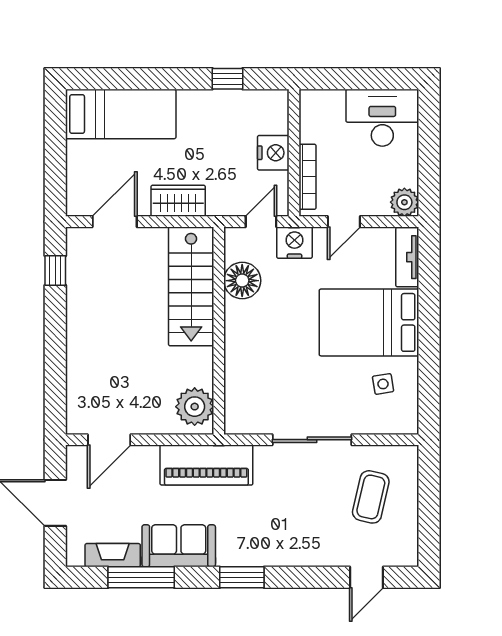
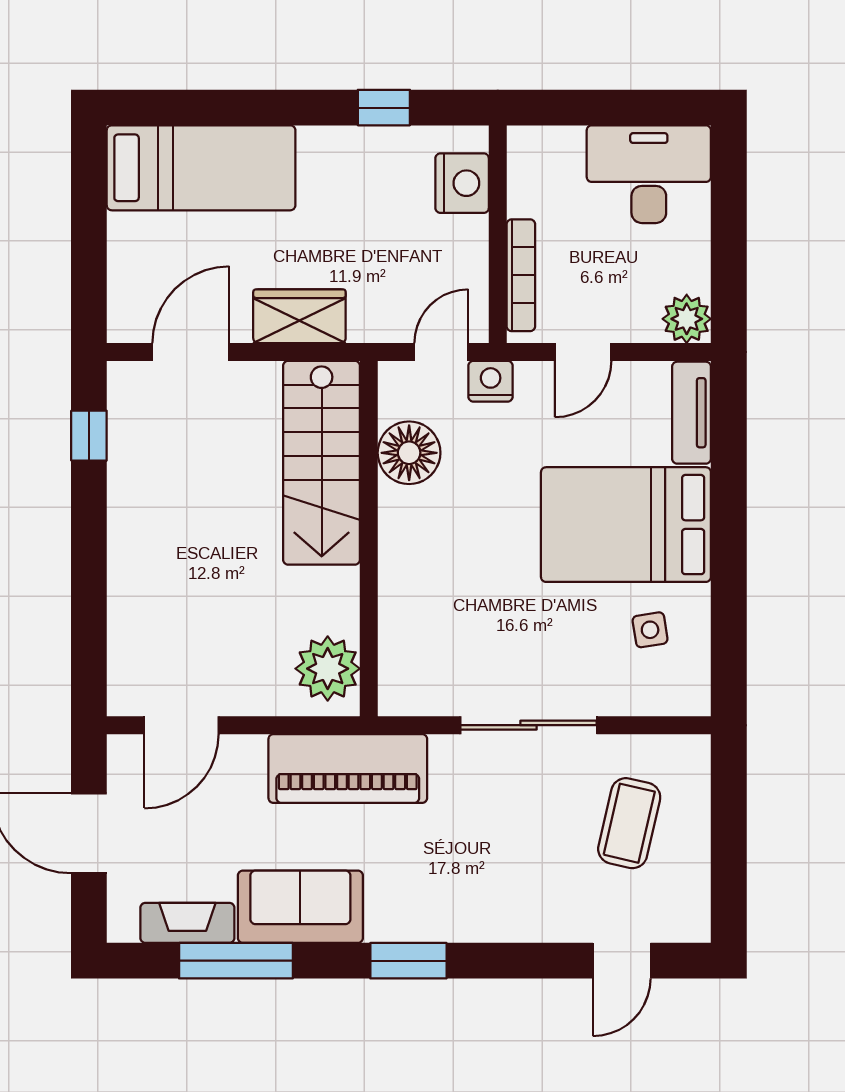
nightstand: (273, 153) -> (462, 183), moved
nightstand: (294, 243) -> (491, 381), width x0.74, depth x0.75

